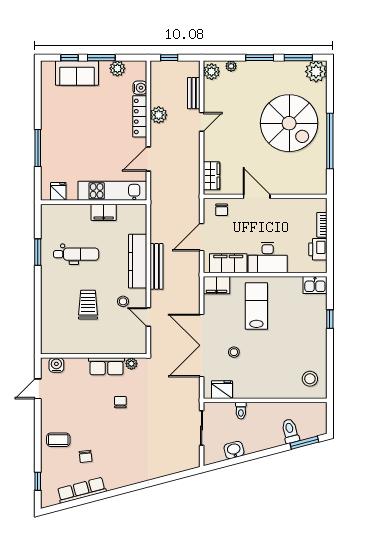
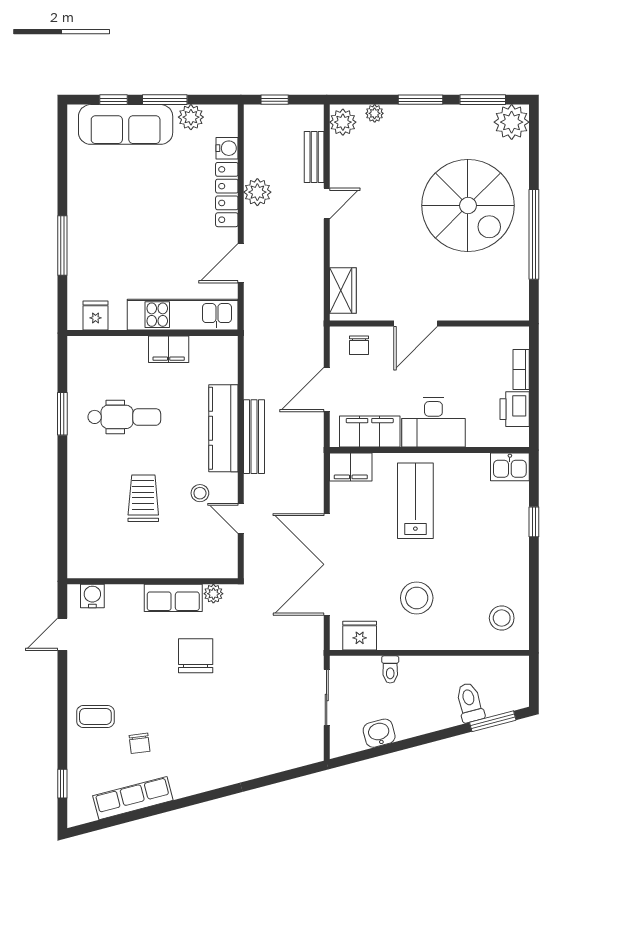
sofa: (77, 73) -> (126, 124), width x1.36
door: (257, 196) -> (416, 324), swing flipped
stool: (234, 352) -> (417, 598), moved, width x1.89, depth x1.89
chair: (120, 402) -> (196, 656), width x1.87, depth x1.87

